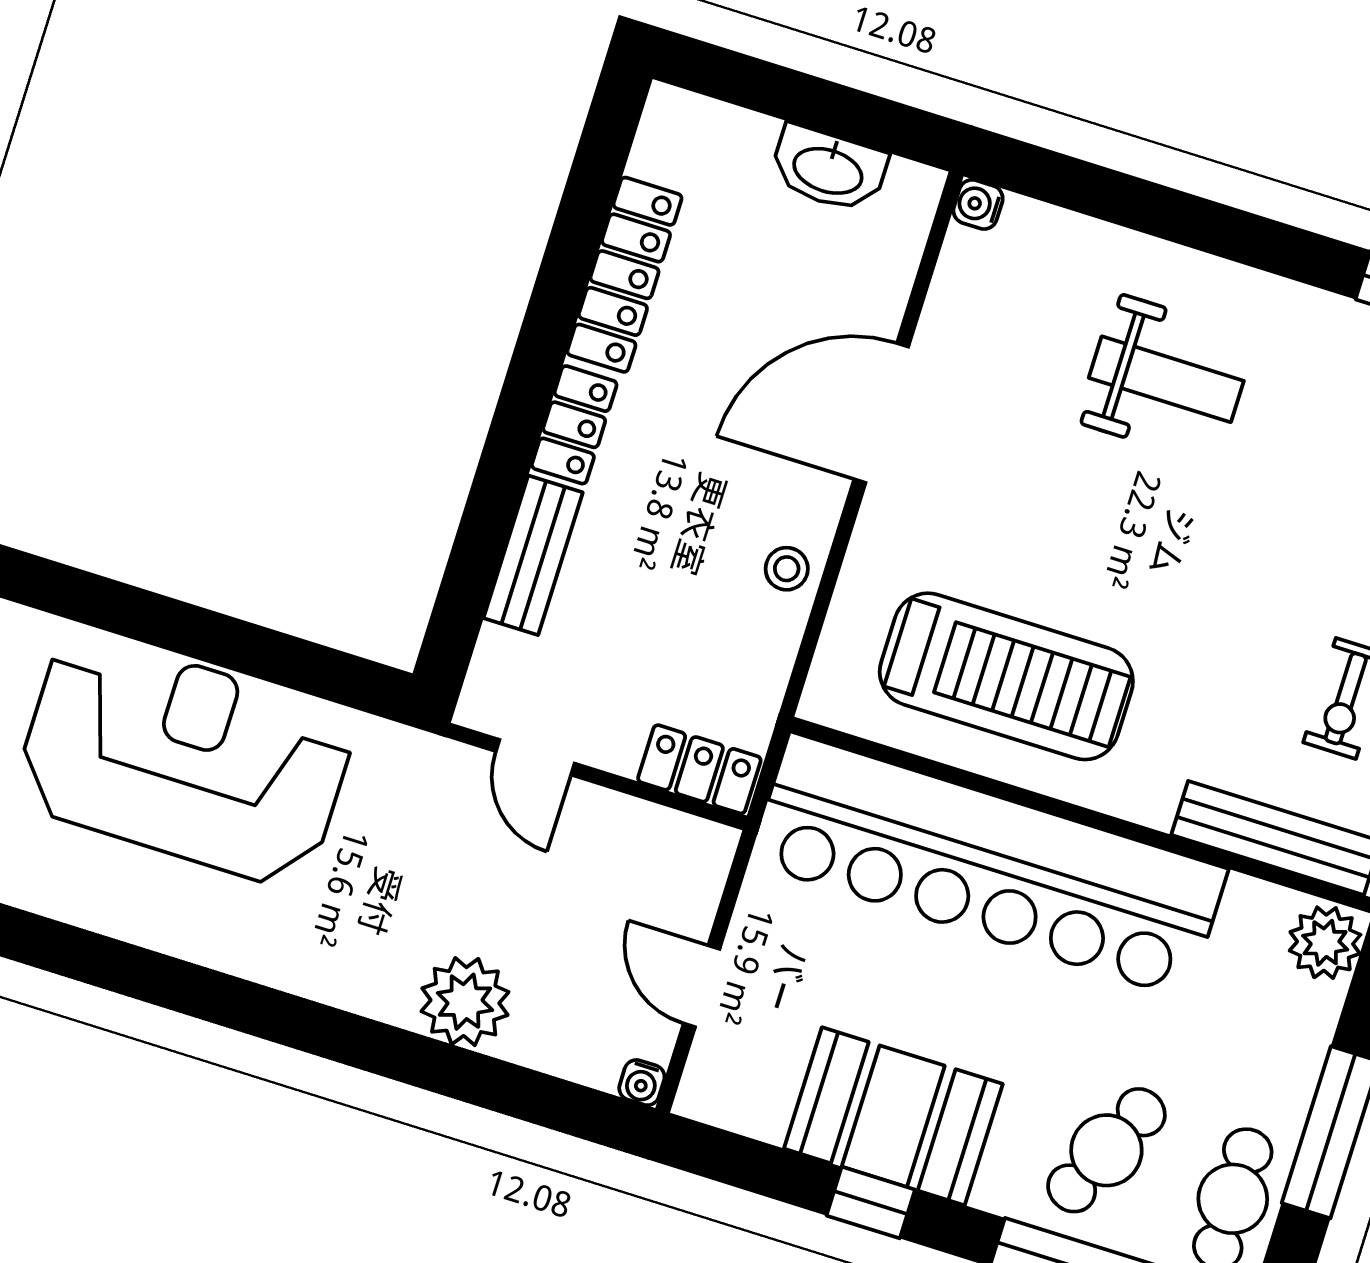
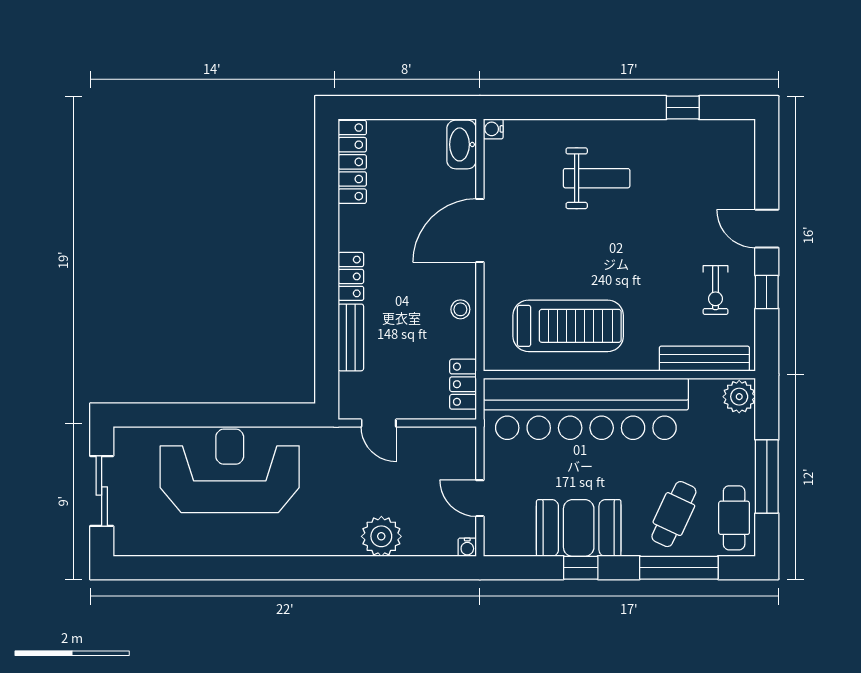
washbasin: (828, 169) -> (462, 144), moved, turned 90
locker: (625, 275) -> (352, 162), moved
locker: (699, 769) -> (463, 384), moved, turned -90

